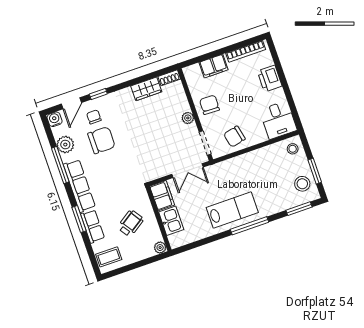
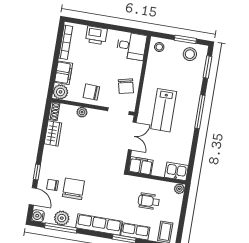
plant: (192, 74) -> (60, 92), added
plant: (188, 118) -> (82, 112), moved
window: (60, 165) -> (61, 228), moved
lab bench: (232, 210) -> (164, 110), moved, turned 180
kitchen sink: (171, 221) -> (176, 171), moved
wheelchair: (131, 223) -> (149, 201), turned -57

